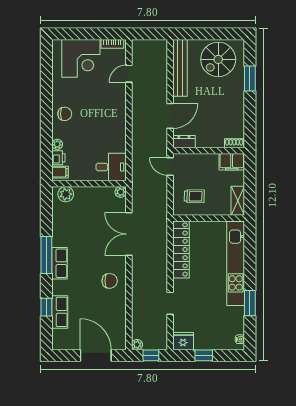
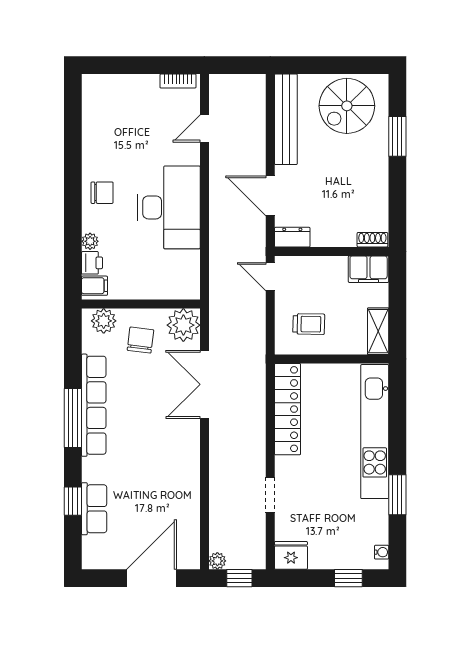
corner desk: (81, 58) -> (128, 104), removed
door: (170, 116) -> (270, 196), swing flipped
desk: (111, 167) -> (169, 207), moved, width x1.87, depth x1.30
plant: (121, 192) -> (183, 325), width x1.87, depth x1.87
row of seats: (60, 263) -> (94, 405), width x2.02
chair: (110, 281) -> (140, 340), moved, turned -83
door: (96, 355) -> (152, 578), hinge flipped
window: (204, 355) -> (348, 578), moved

